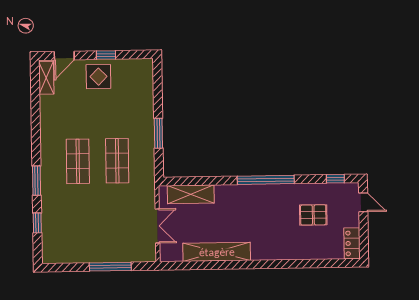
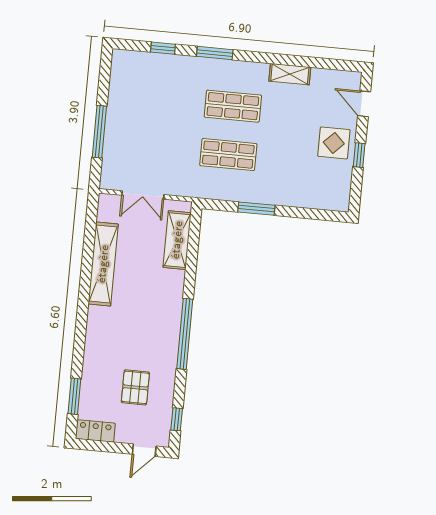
shelving: (46, 78) -> (290, 74), moved
window: (326, 263) -> (74, 396), added

